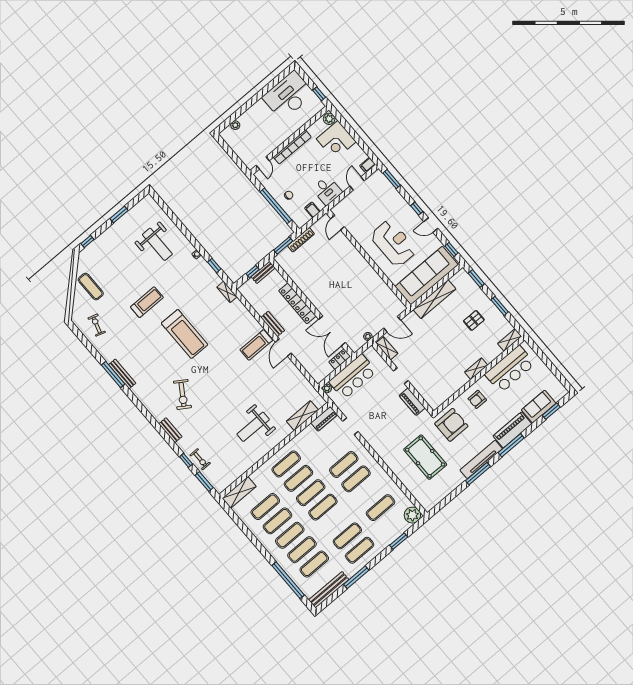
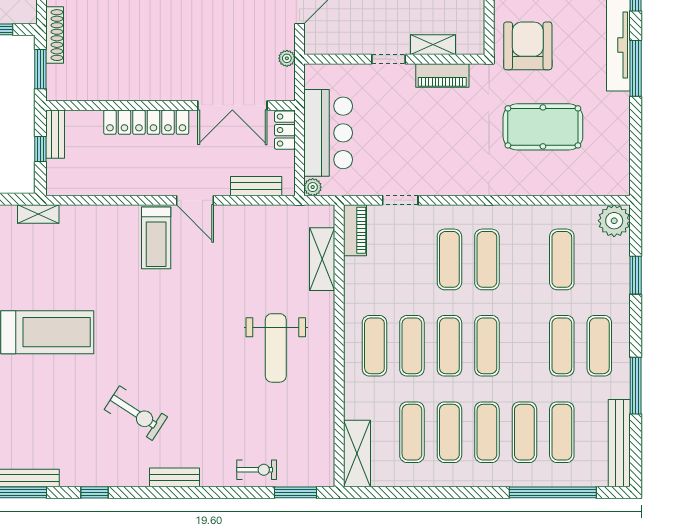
bench: (273, 324) -> (256, 186), moved
shelving: (387, 348) -> (433, 45), moved
window: (186, 460) -> (95, 492), moved

